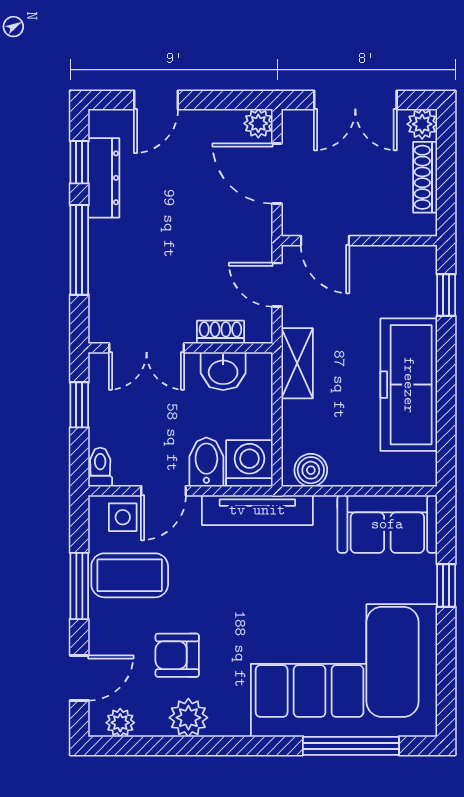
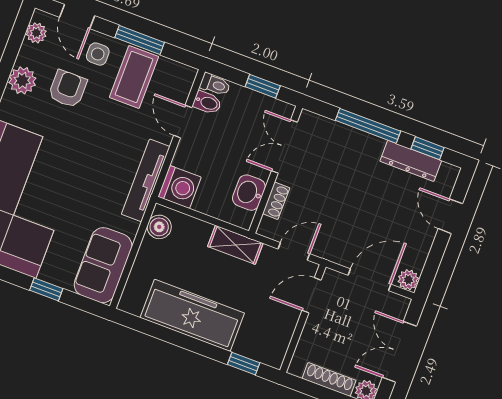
bidet: (206, 462) -> (207, 103), moved, width x0.72, depth x0.74
side table: (123, 517) -> (98, 54), moved

